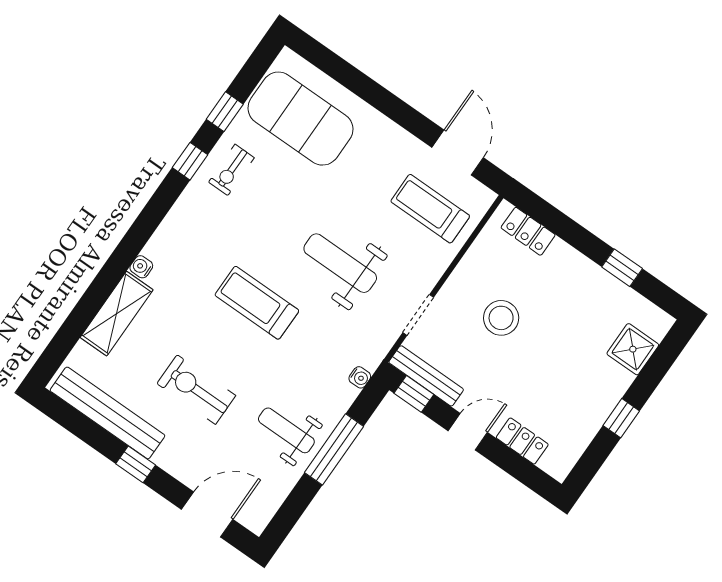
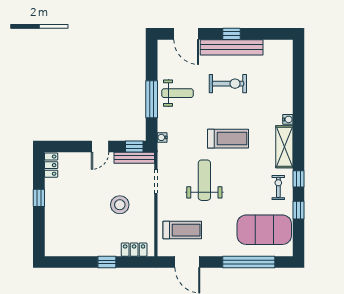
window: (361, 85) -> (249, 262), added
weight bench: (340, 263) -> (204, 180), turned -90
window: (622, 268) -> (107, 262), moved
shelving: (117, 314) -> (284, 147), moved
shower: (633, 349) -> (55, 231), removed
bench: (107, 413) -> (232, 47), moved
locker: (522, 441) -> (51, 165), moved, turned -90
door: (207, 514) -> (186, 34), hinge flipped

